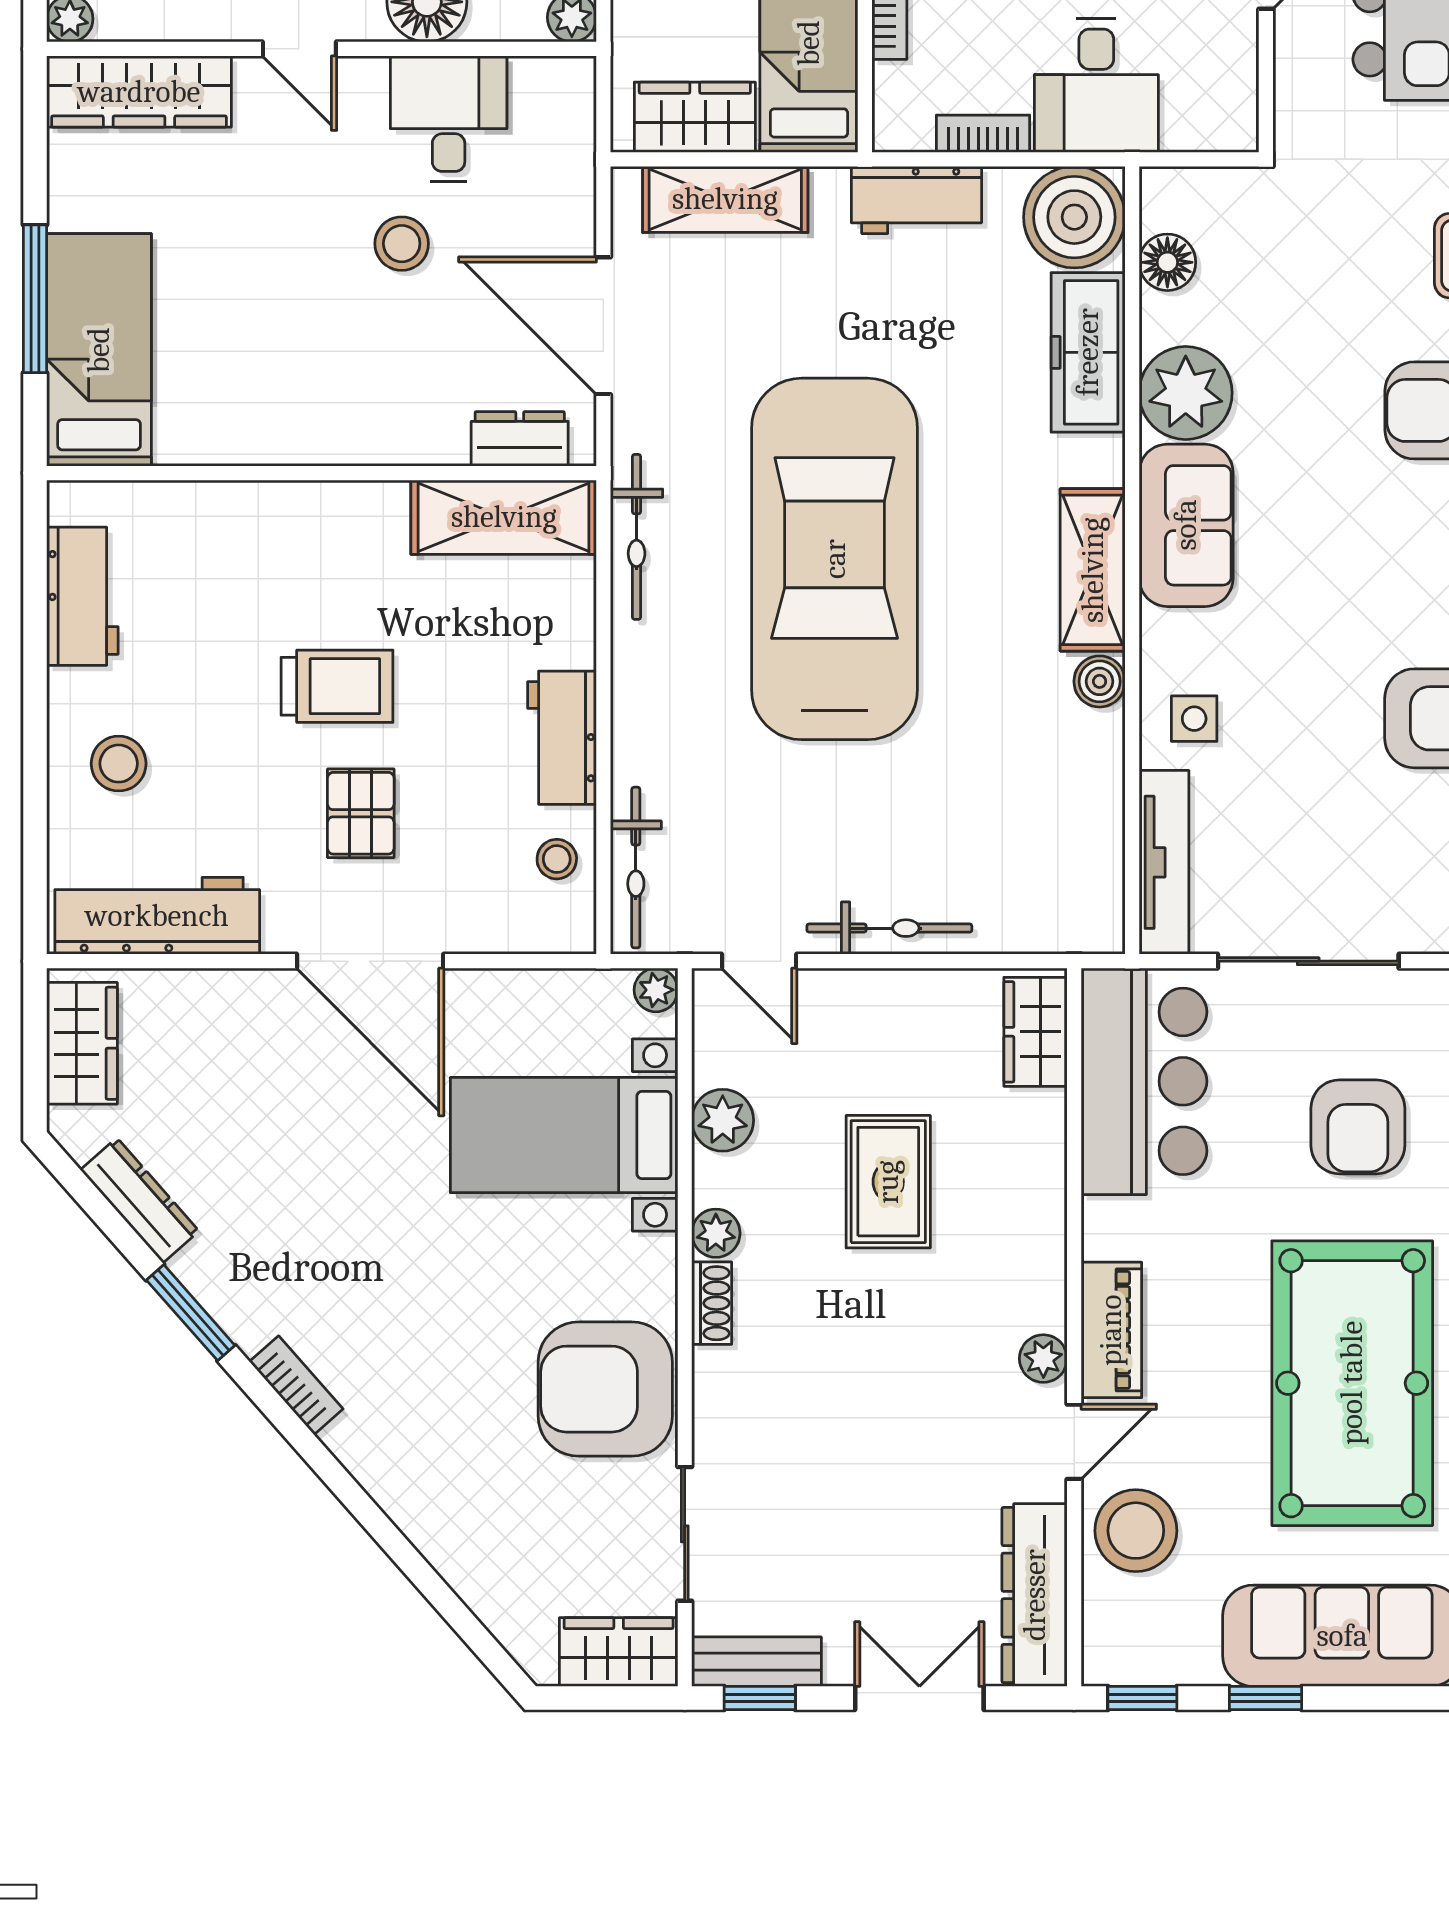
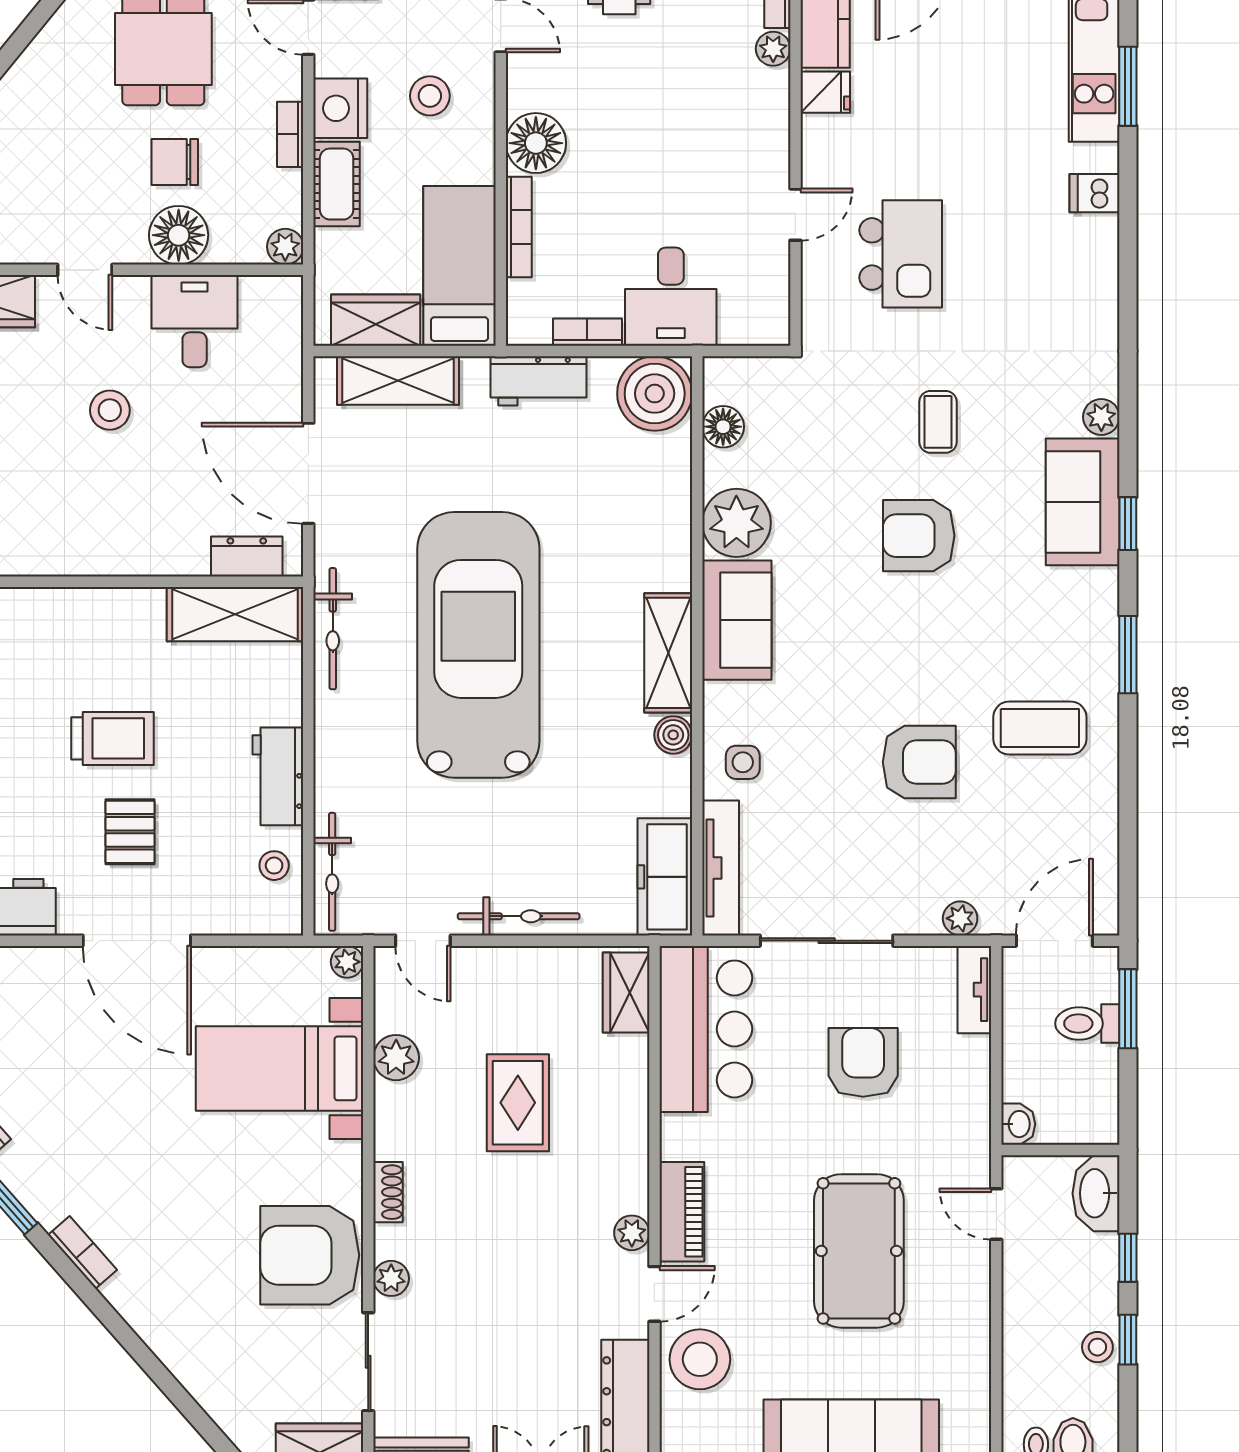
stool: (402, 244) -> (110, 410), moved
freezer: (1088, 352) -> (665, 877), moved
armchair: (1358, 1127) -> (863, 1062), turned 180
plant: (716, 1233) -> (391, 1278), moved
pool table: (1352, 1383) -> (859, 1251), width x0.73, depth x0.76

